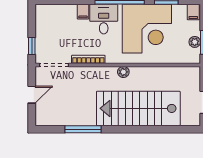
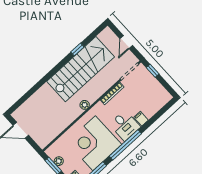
stairs: (138, 108) -> (81, 69), moved
window: (83, 129) -> (77, 49), width x0.46

